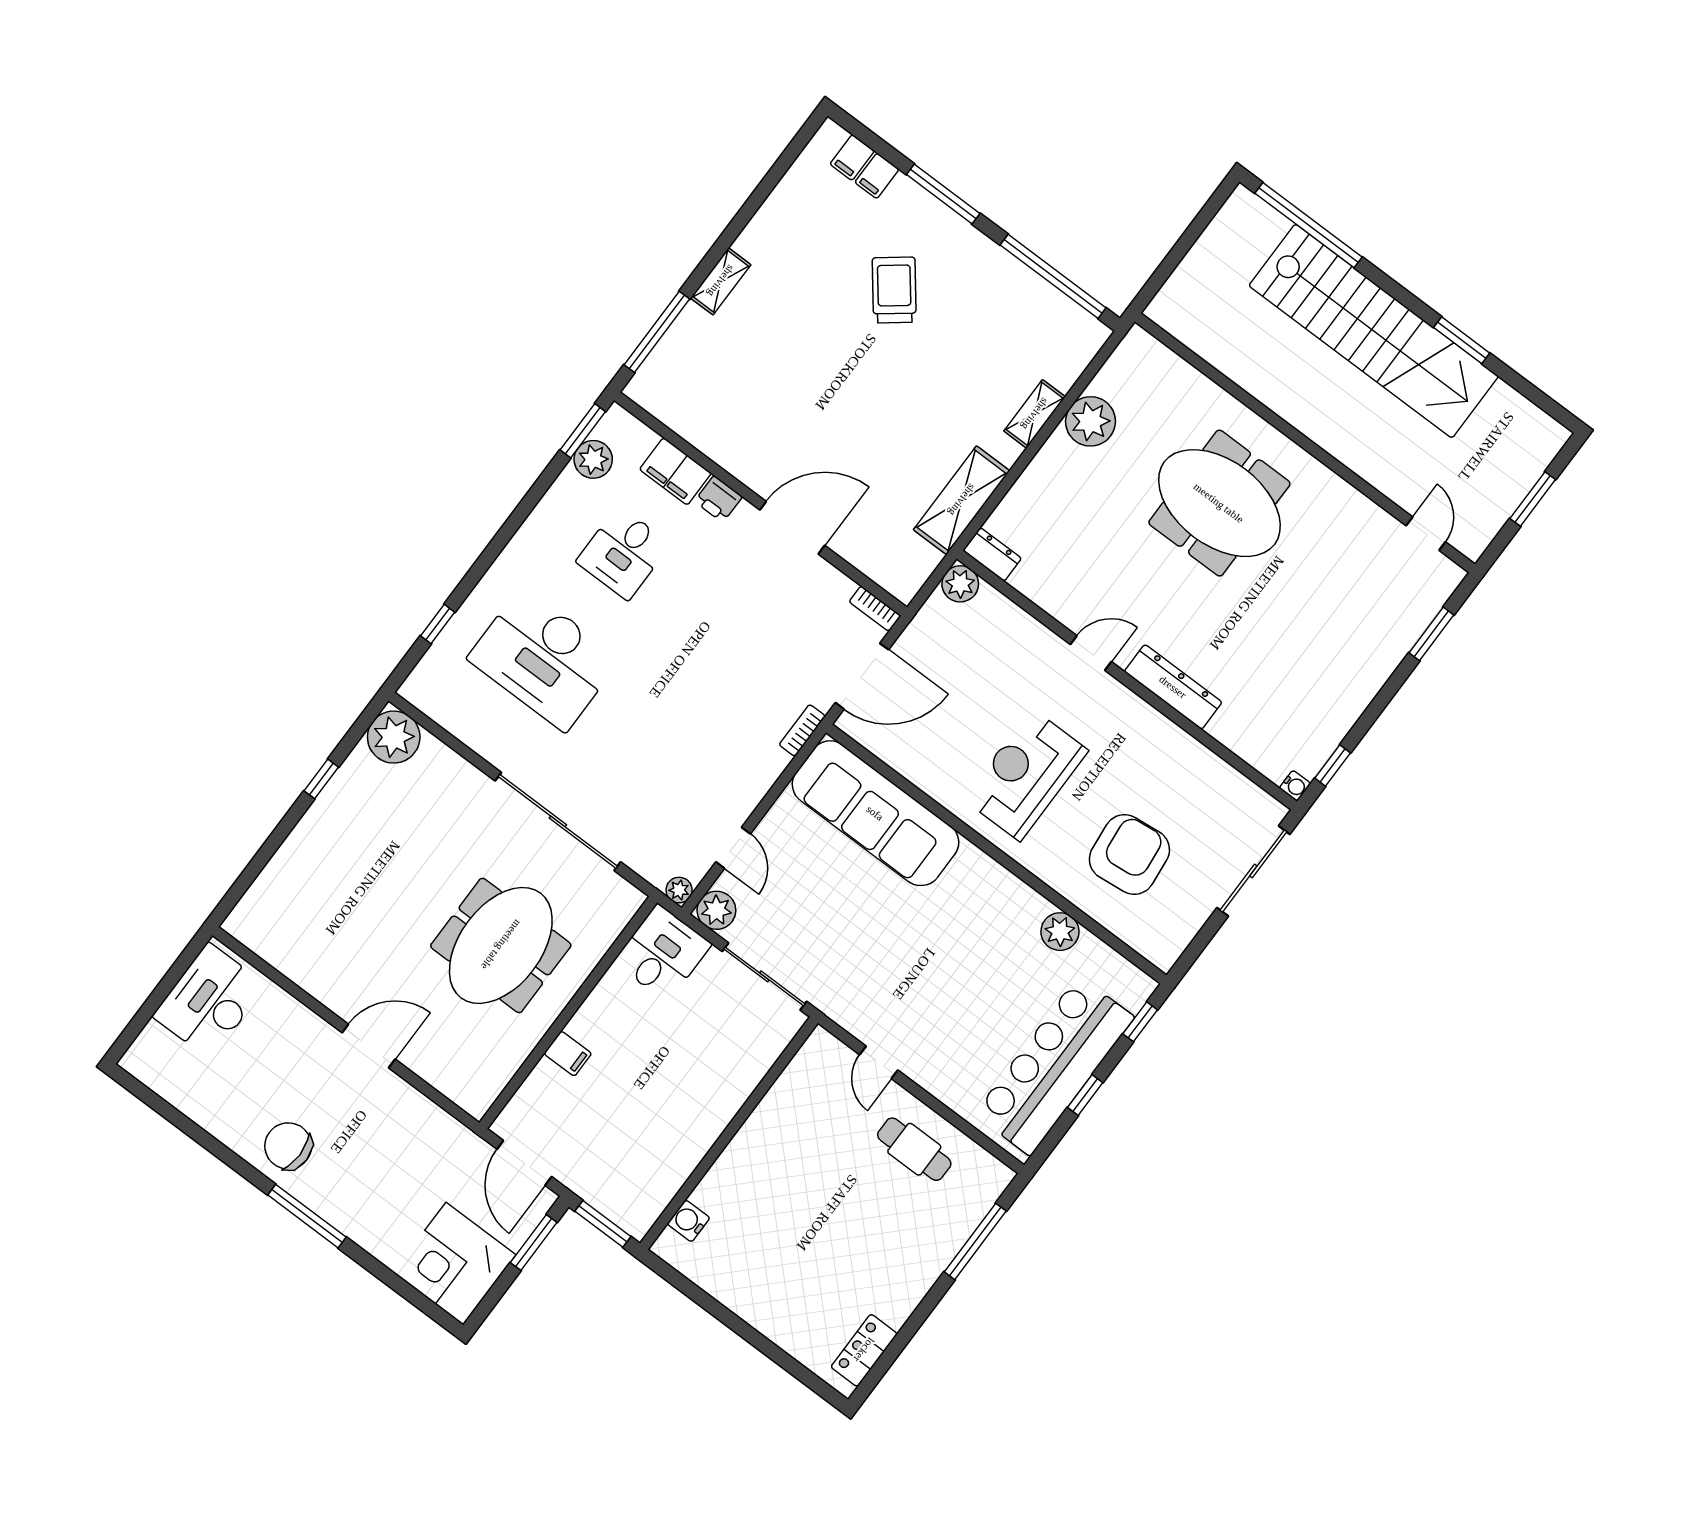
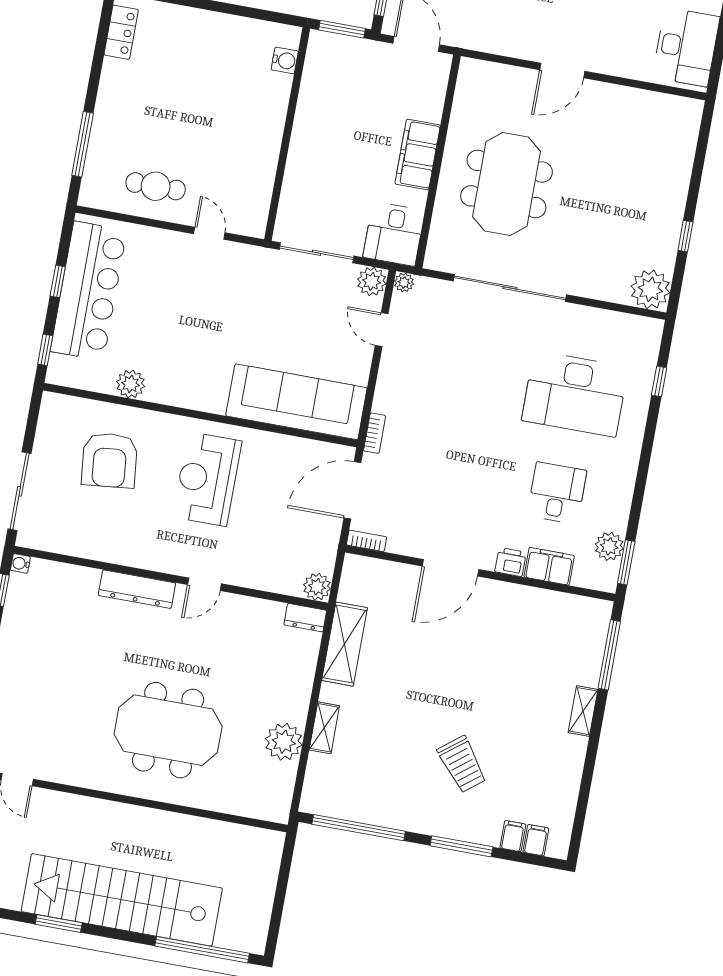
desk: (544, 659) -> (575, 394), turned 180
reception desk: (1026, 775) -> (207, 479), turned 180
filing cabinet: (568, 1054) -> (418, 155), width x3.00, depth x1.17

